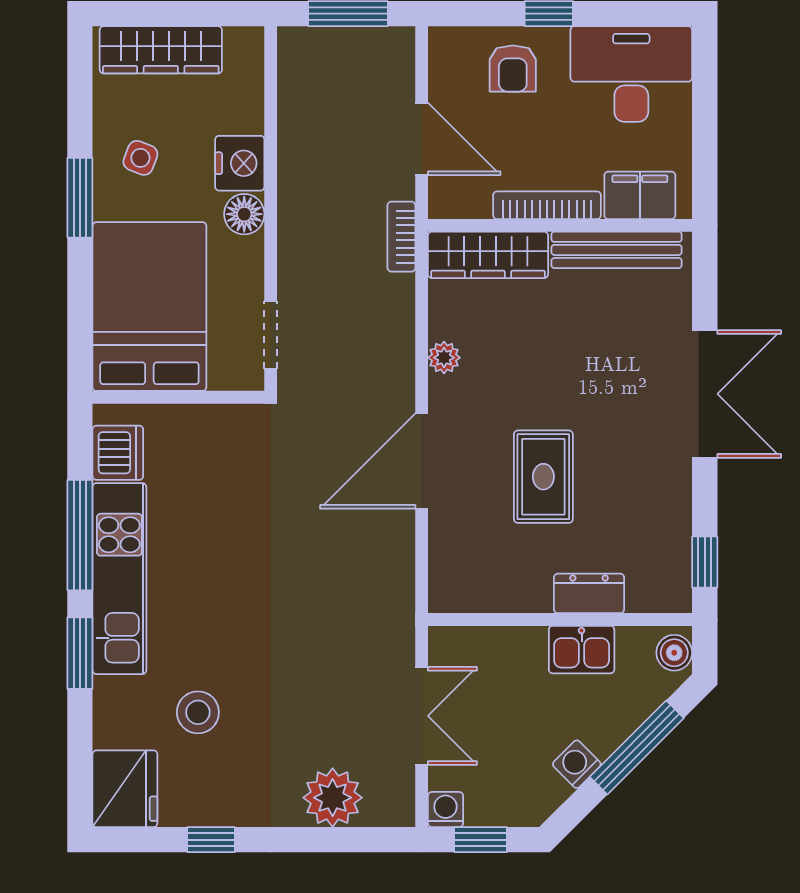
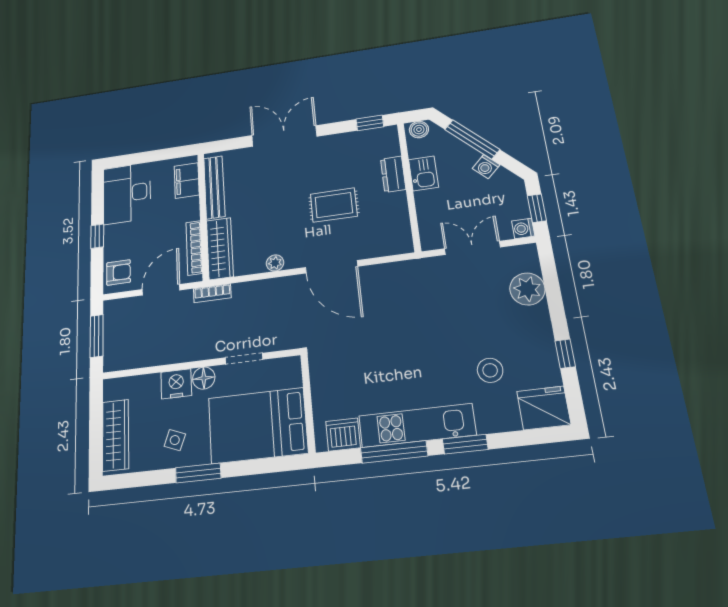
armchair: (513, 69) -> (119, 272), moved
bookcase: (547, 205) -> (194, 248), moved
doorway: (271, 335) -> (244, 359), moved

